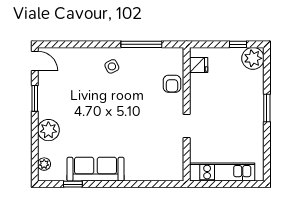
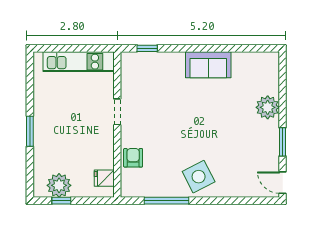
plant: (253, 58) -> (59, 185), moved
side table: (112, 66) -> (199, 177), width x1.87, depth x1.87
plant: (44, 164) -> (272, 70), removed
sofa: (95, 169) -> (208, 65), width x0.73
window: (73, 184) -> (147, 48), moved

